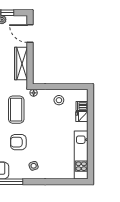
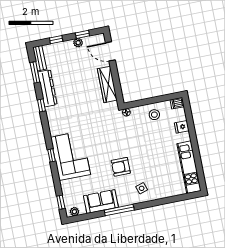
dishwasher: (82, 106) -> (177, 103), moved
coffee table: (16, 110) -> (112, 133), removed

